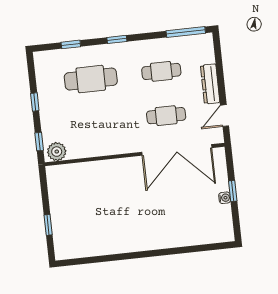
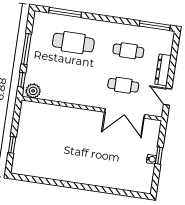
window: (117, 39) -> (101, 18), removed
window: (71, 44) -> (65, 12), width x2.17
window: (35, 102) -> (26, 49), width x2.17
door: (225, 116) -> (168, 97), hinge flipped
double door: (177, 150) -> (125, 113), width x0.73

